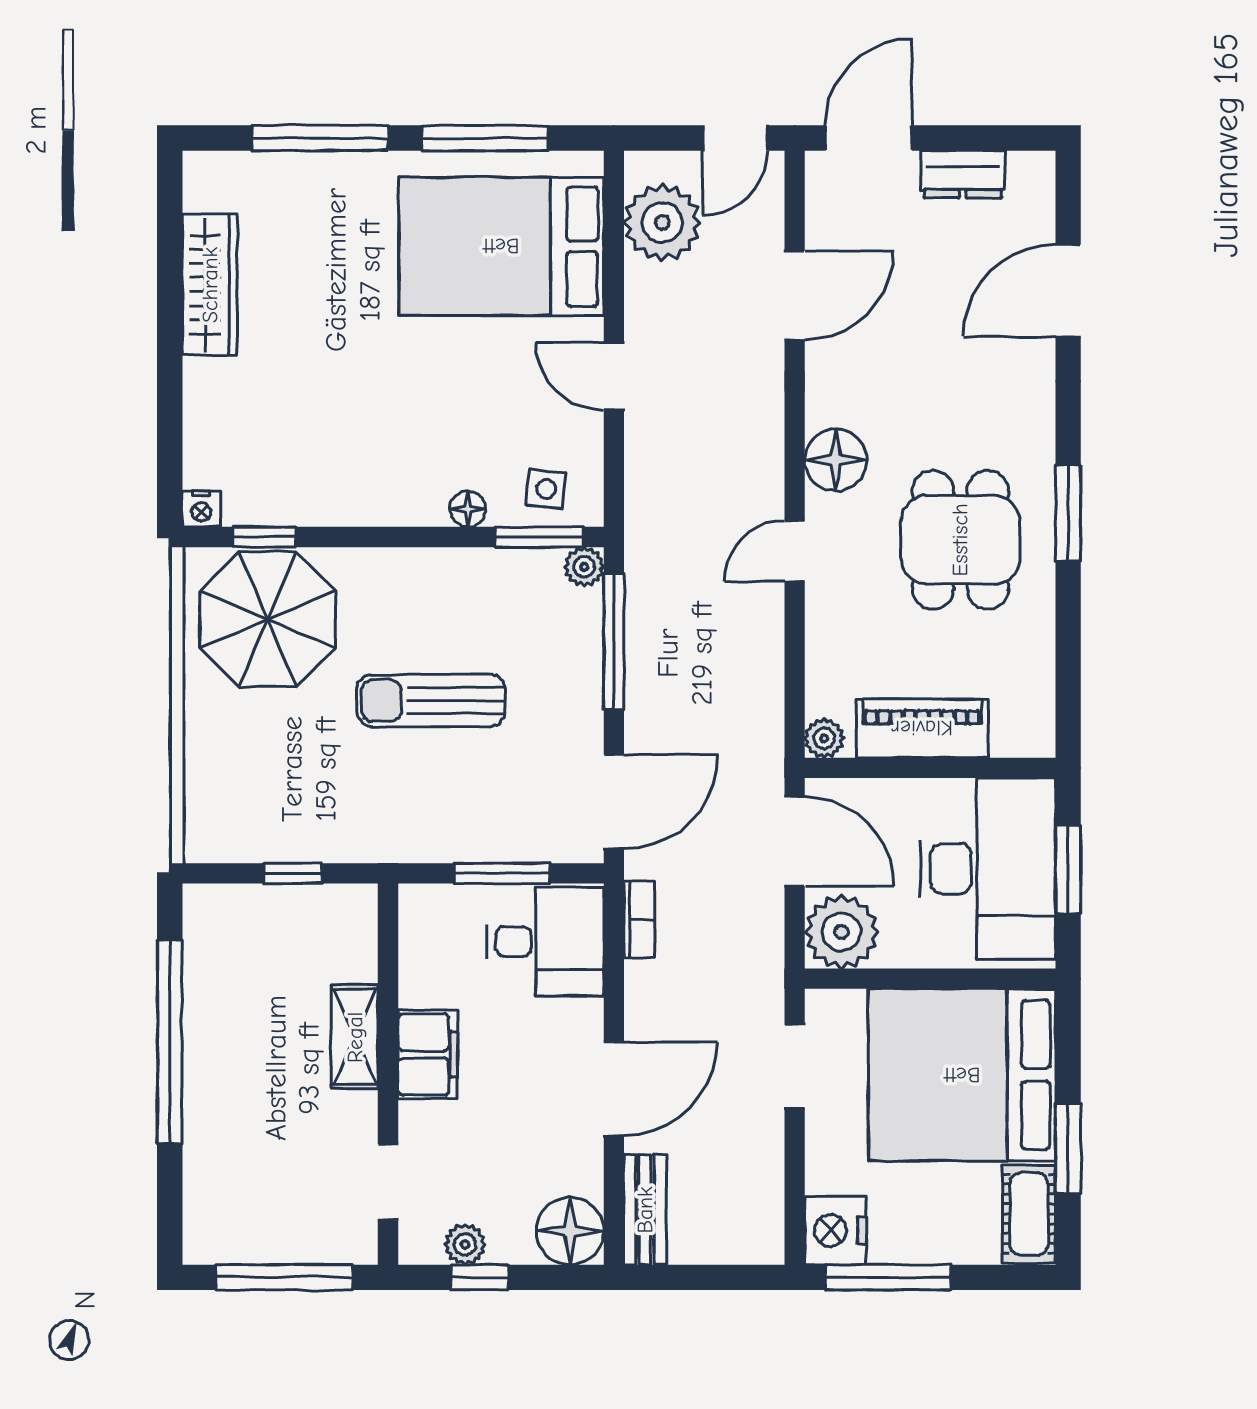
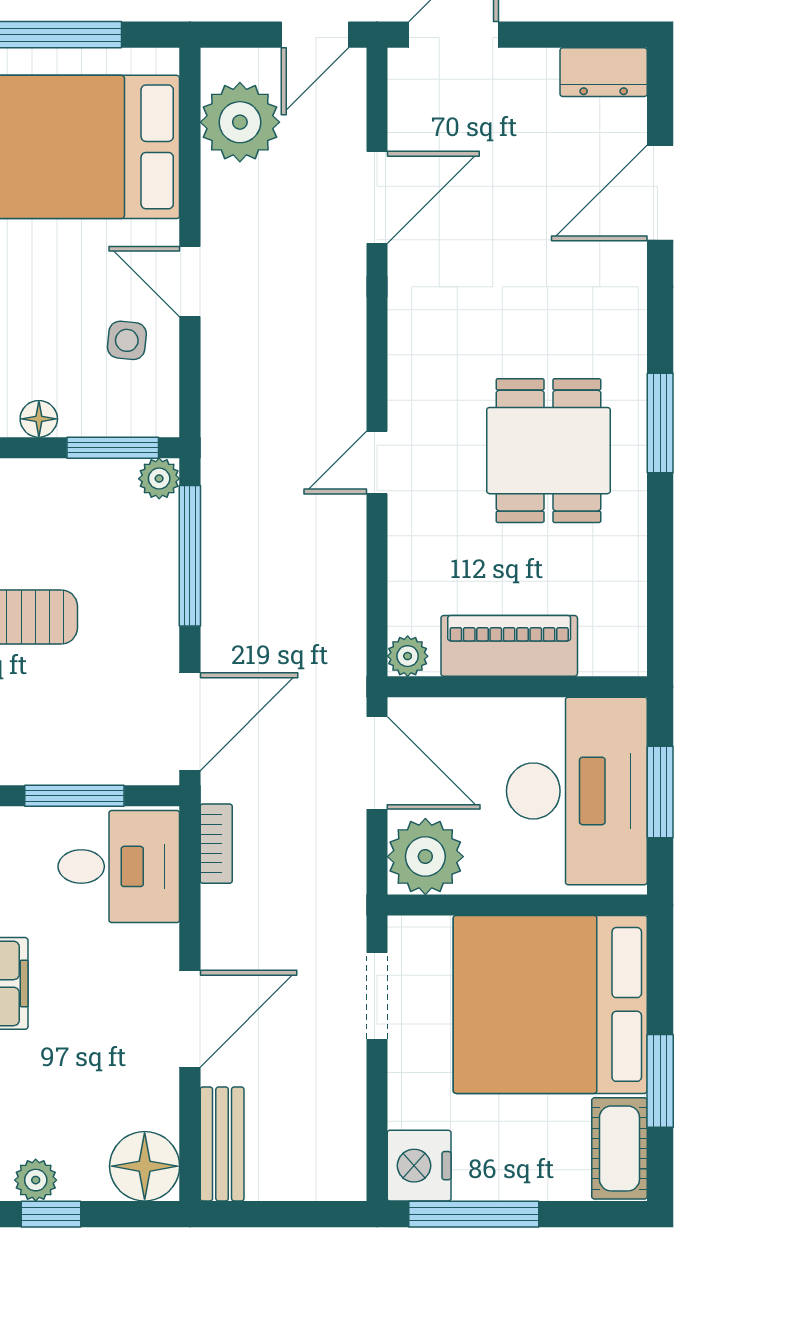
dresser: (963, 174) -> (604, 72), moved
floor lamp: (836, 460) -> (419, 368), removed
side table: (546, 489) -> (127, 340), moved

